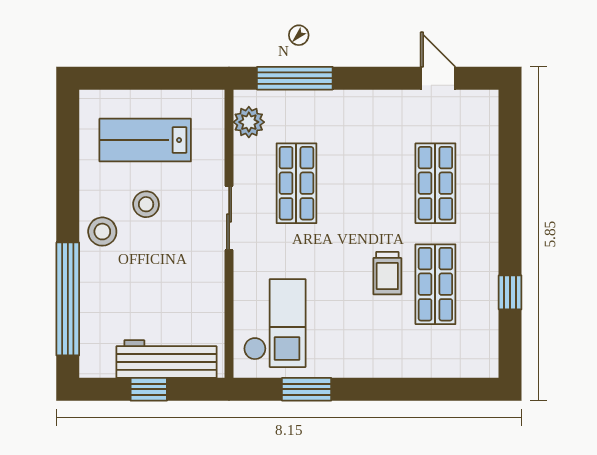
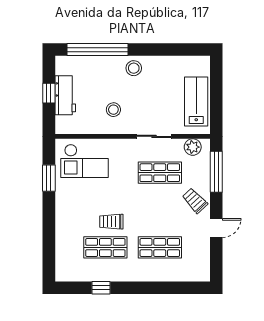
door: (438, 78) -> (216, 228), moved
trolley: (348, 118) -> (195, 201), added
lab bench: (145, 140) -> (196, 101), moved
stool: (146, 204) -> (113, 110), moved
sliding door: (229, 218) -> (154, 136), moved
workbench: (166, 359) -> (65, 95), width x0.73

